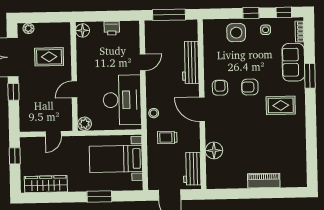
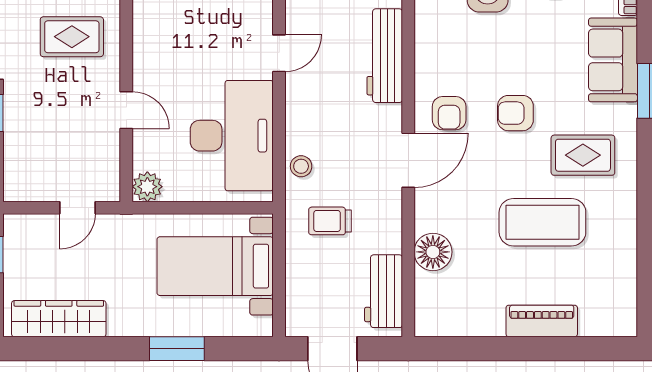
armchair: (220, 88) -> (449, 113), turned 180
door: (74, 89) -> (126, 110), swing flipped
door: (202, 109) -> (408, 160), swing flipped
coffee table: (263, 136) -> (542, 222), added

